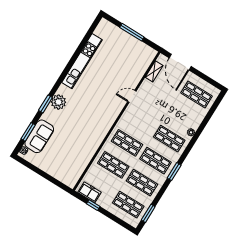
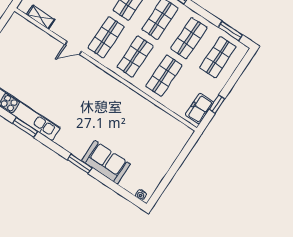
door: (132, 96) -> (73, 48), hinge flipped
plant: (58, 102) -> (78, 146), removed
shop shelf: (141, 121) -> (106, 37), added
window: (28, 132) -> (25, 127), moved
sofa: (39, 136) -> (106, 162), moved

